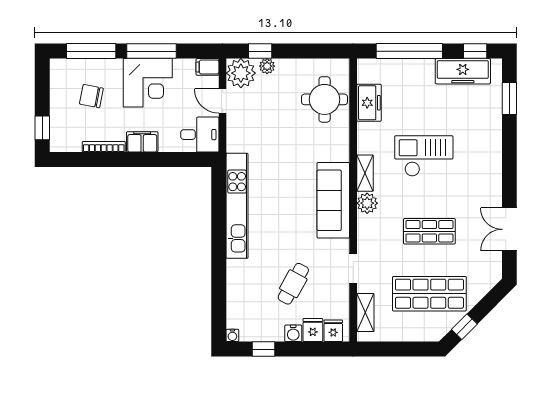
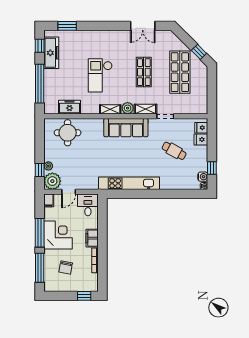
shelving: (365, 313) -> (145, 109), moved
water cooler: (293, 333) -> (203, 177), moved

